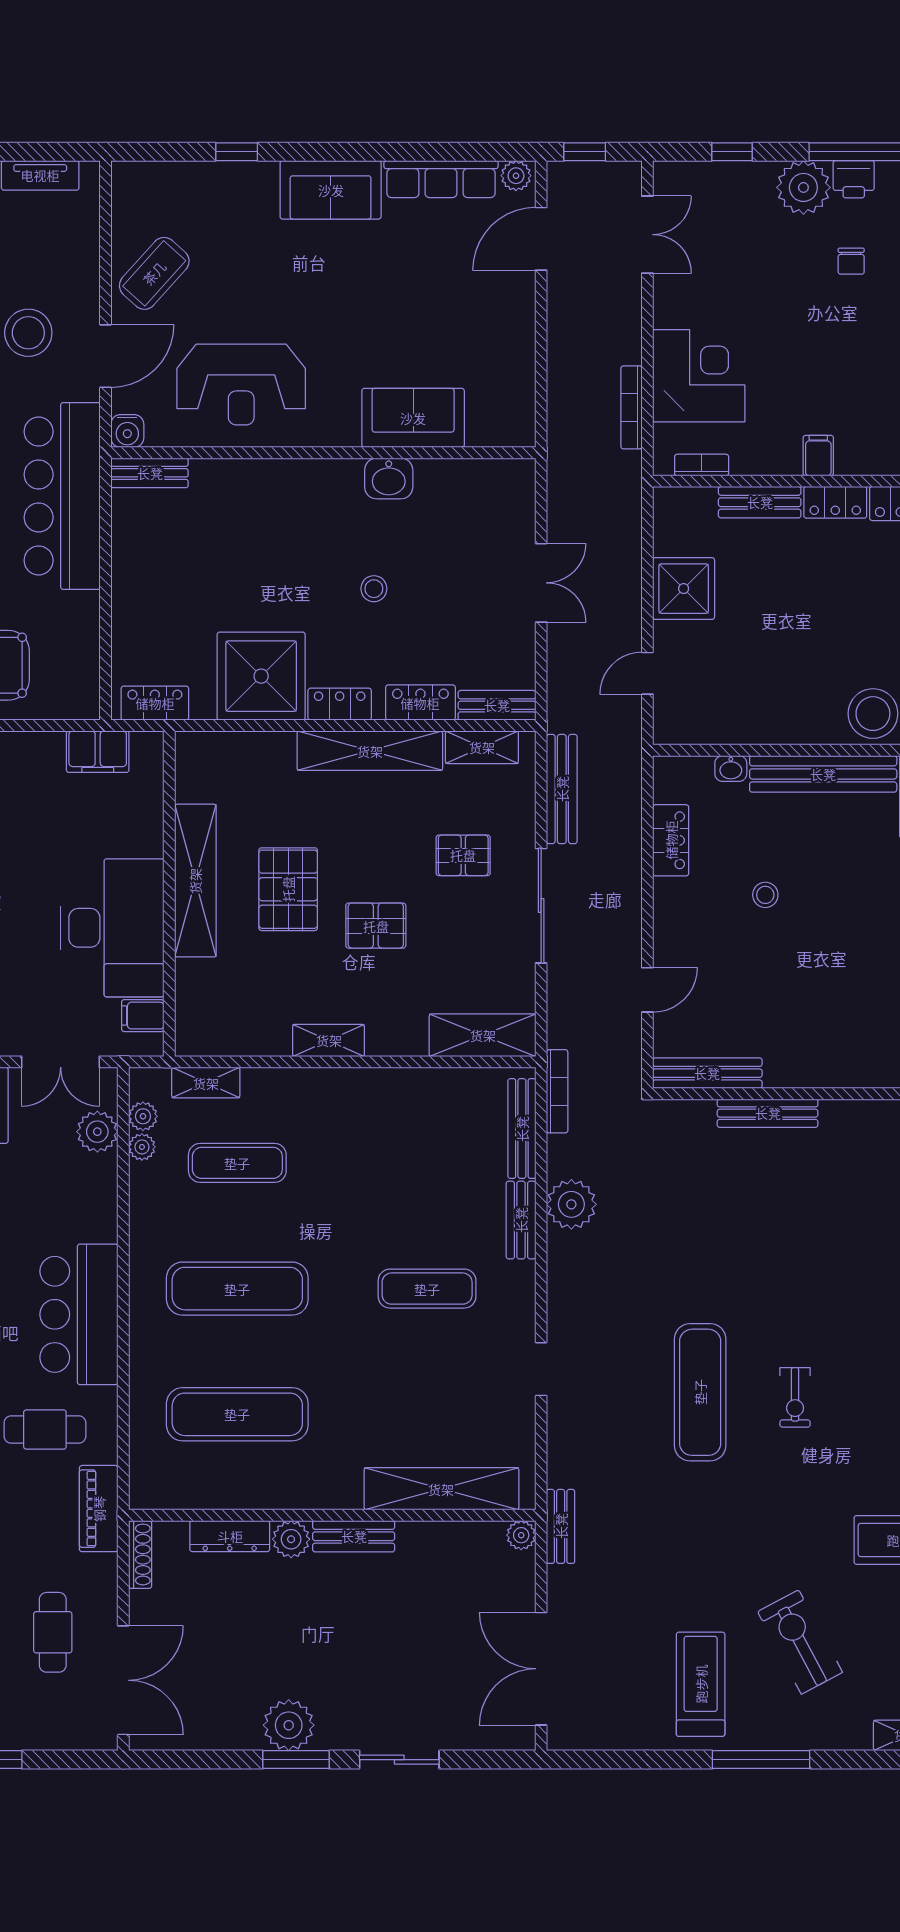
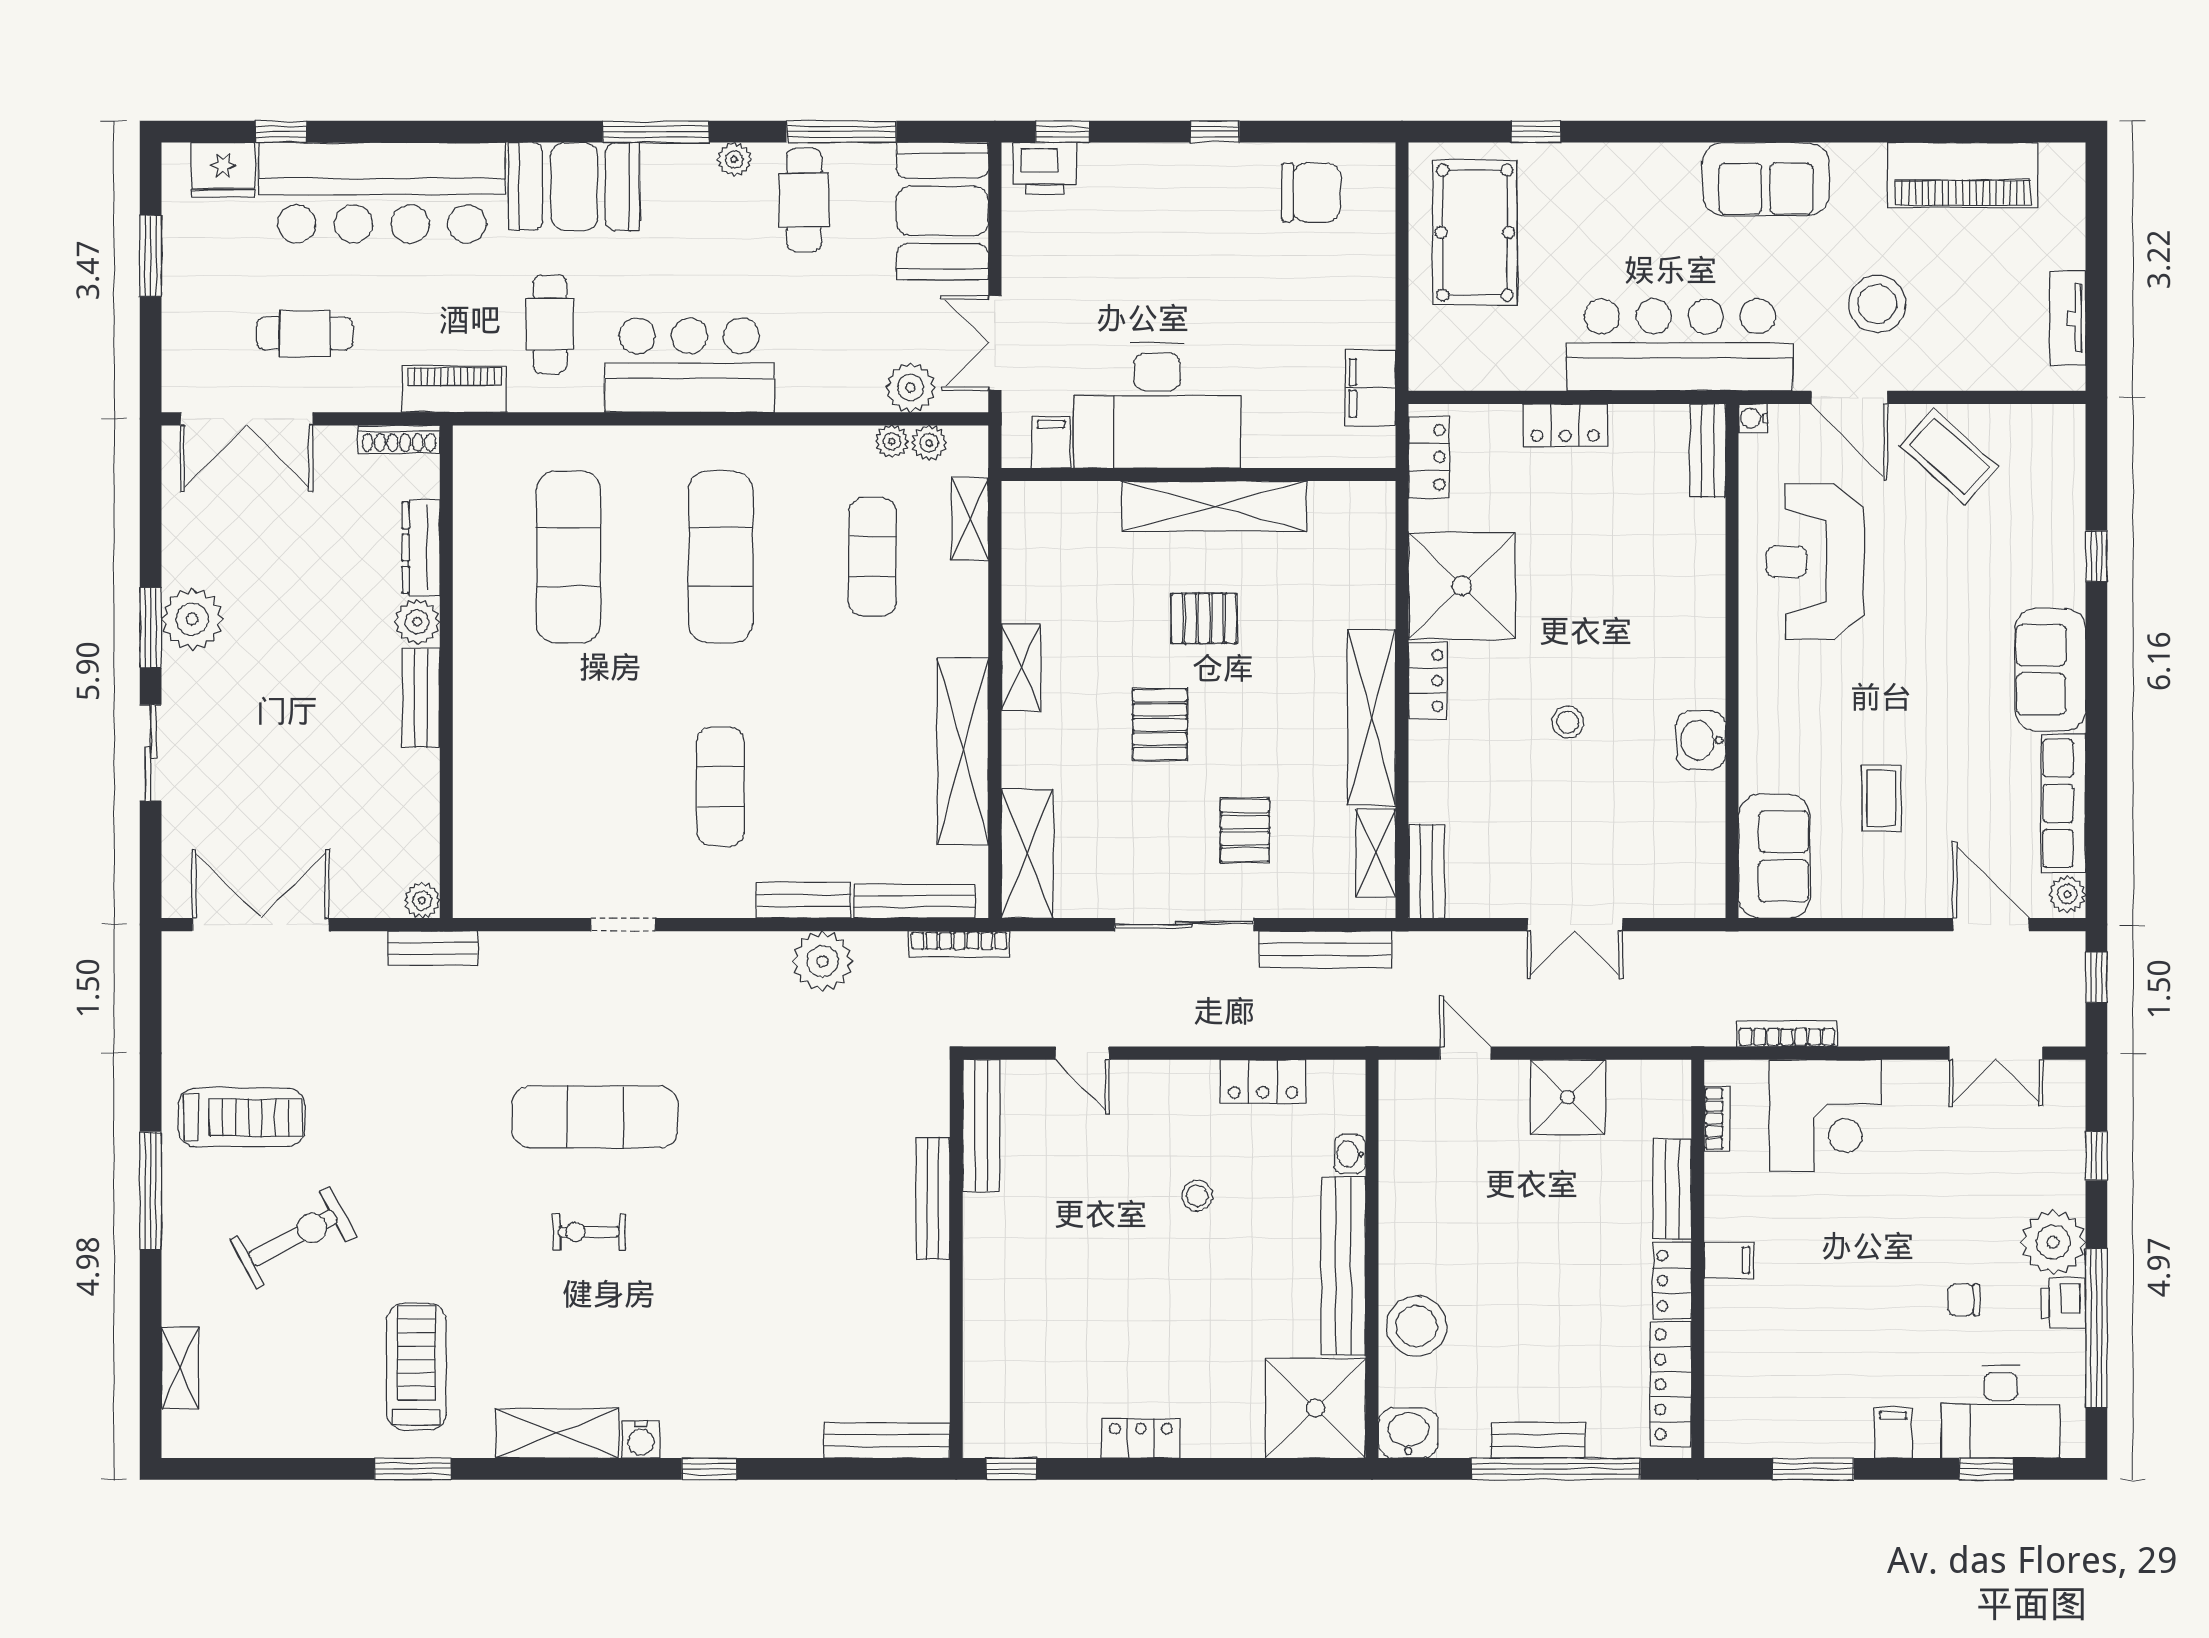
coffee table: (437, 330) -> (1881, 798), added
sofa: (413, 418) -> (1774, 856), moved
water cooler: (127, 431) -> (1753, 418), width x0.72, depth x0.72
locker: (420, 703) -> (1565, 425), moved, turned 90
pallet: (288, 889) -> (1204, 618), width x0.67, depth x0.71
shelving: (441, 1489) -> (963, 751), moved

